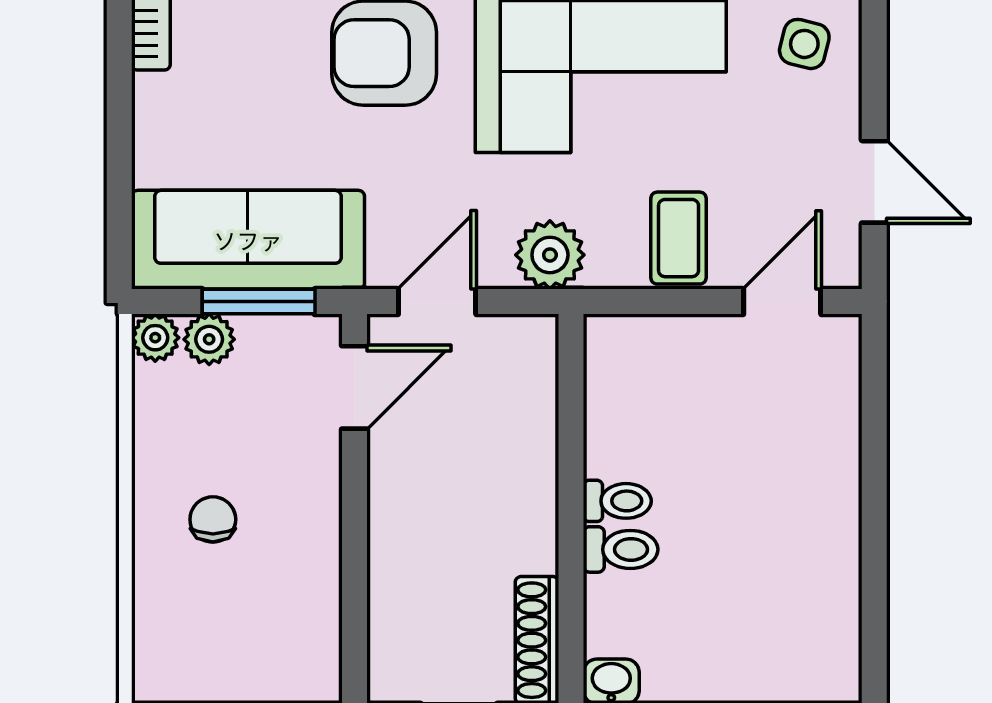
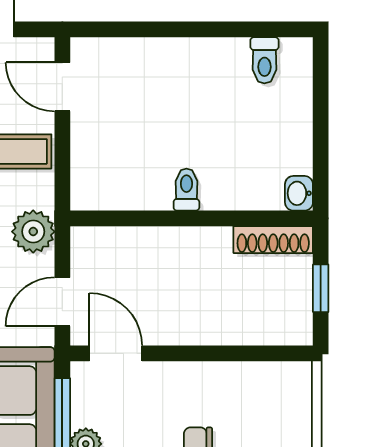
door: (437, 302) -> (62, 302), hinge flipped
toilet: (621, 549) -> (264, 60), moved, turned 180

